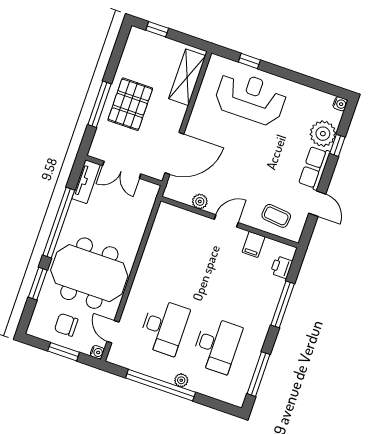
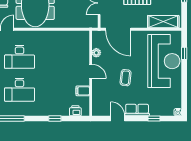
reception desk: (251, 98) -> (164, 61), width x1.36, depth x1.30
plant: (323, 134) -> (158, 108), removed
door: (317, 204) -> (118, 119), swing flipped
coffee table: (276, 216) -> (126, 78), moved
window: (283, 304) -> (55, 119), width x0.46

